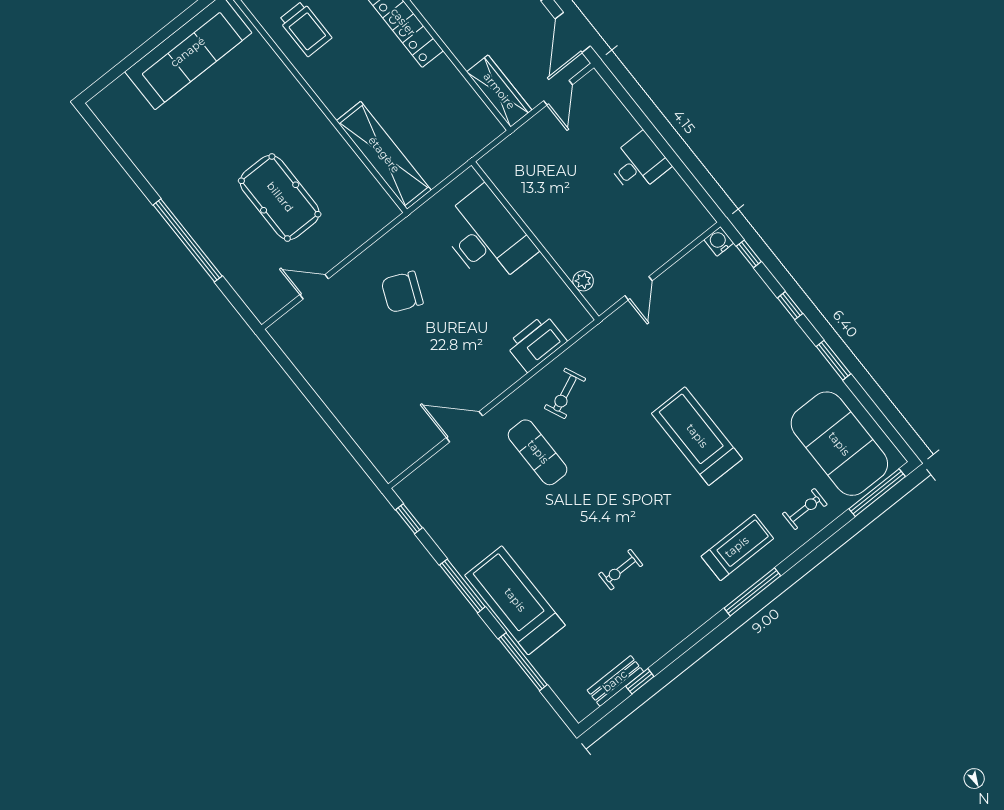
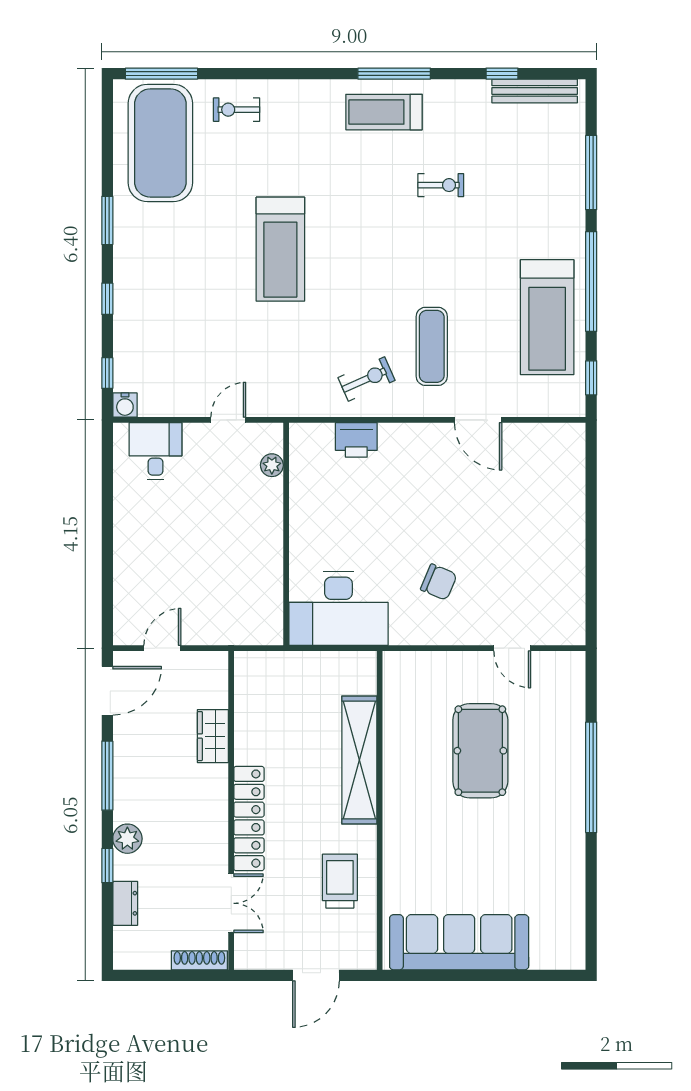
wardrobe: (499, 91) -> (213, 736), moved, width x0.67
shelving: (384, 155) -> (359, 760), moved
desk: (638, 164) -> (155, 451), moved, turned 90
desk: (487, 237) -> (338, 608), moved, turned -90
chair: (402, 292) -> (439, 582), width x0.73, depth x0.73
printer: (536, 343) -> (356, 440), width x0.73, depth x0.84
treadmill: (737, 547) -> (384, 112), moved
window: (462, 586) -> (591, 282), width x1.46
window: (752, 592) -> (394, 74), moved
treadmill: (515, 600) -> (547, 317), moved
bench: (615, 681) -> (535, 91), width x1.36

